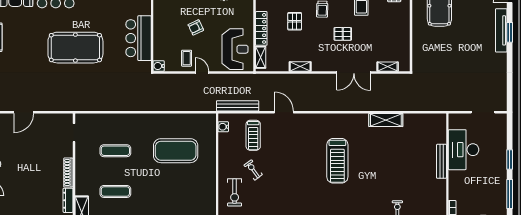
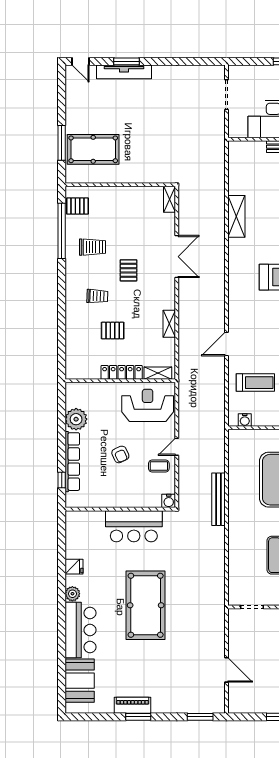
shelving: (388, 67) -> (170, 199), moved
bench: (238, 106) -> (219, 499), moved

